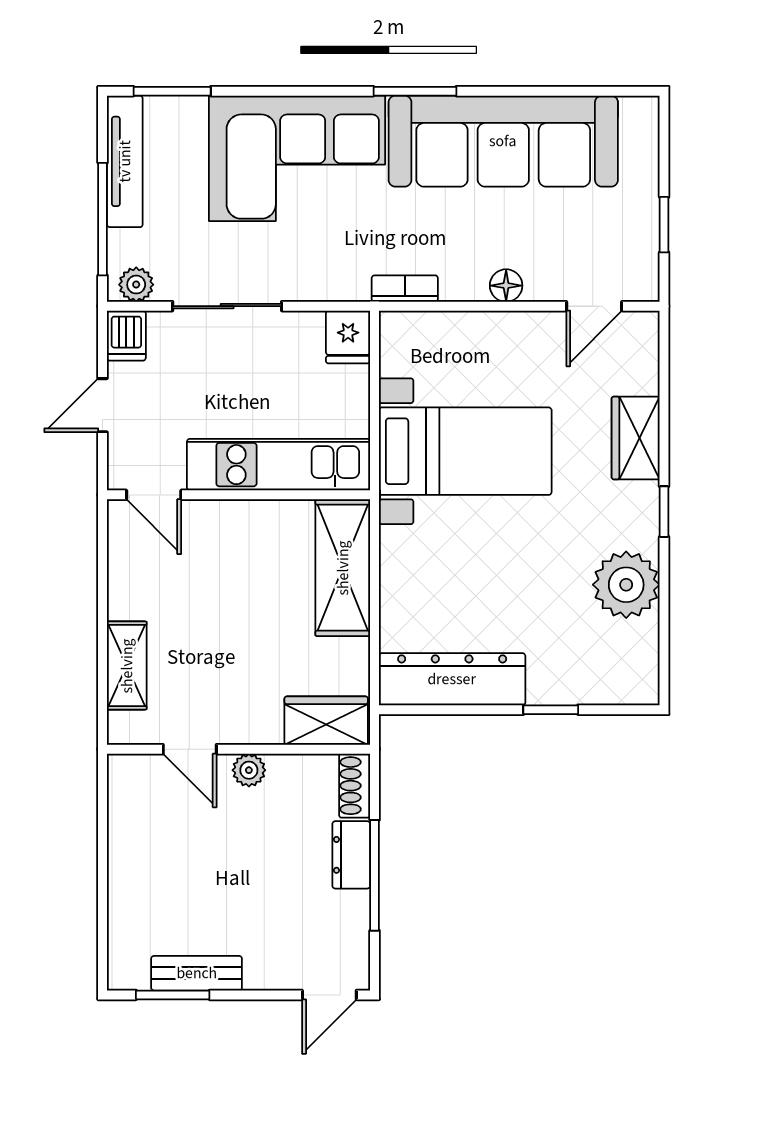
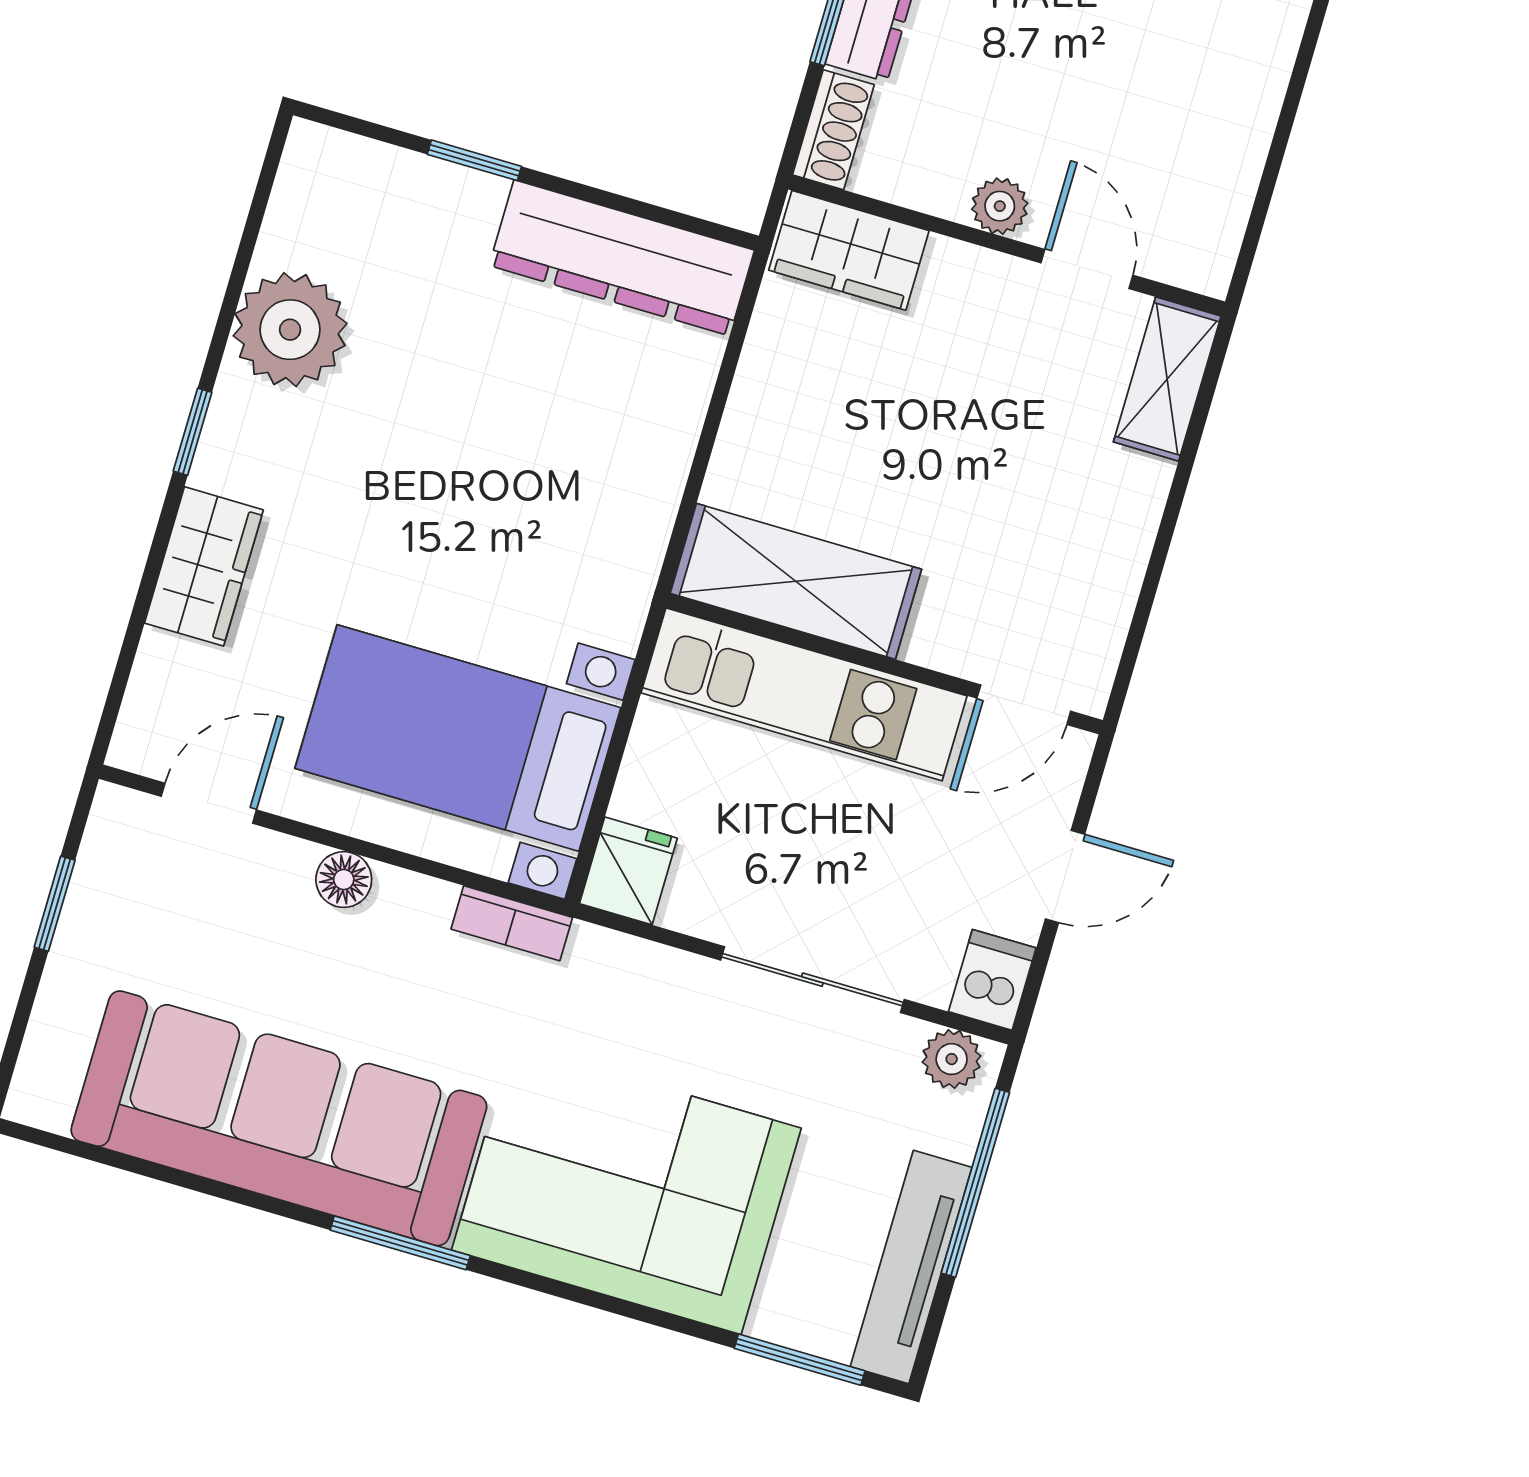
bed with nightstands: (465, 451) -> (458, 738), moved
door: (154, 495) -> (1024, 705), swing flipped
shelving: (343, 568) -> (796, 581), moved, turned 90
shelving: (127, 666) -> (1167, 379), moved

